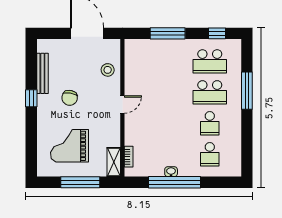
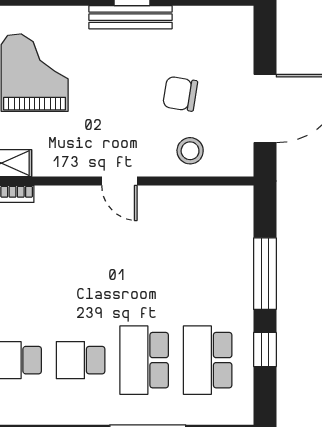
window: (217, 33) -> (265, 349), moved
bench: (42, 73) -> (130, 17), moved
chair: (70, 98) -> (180, 94), moved

